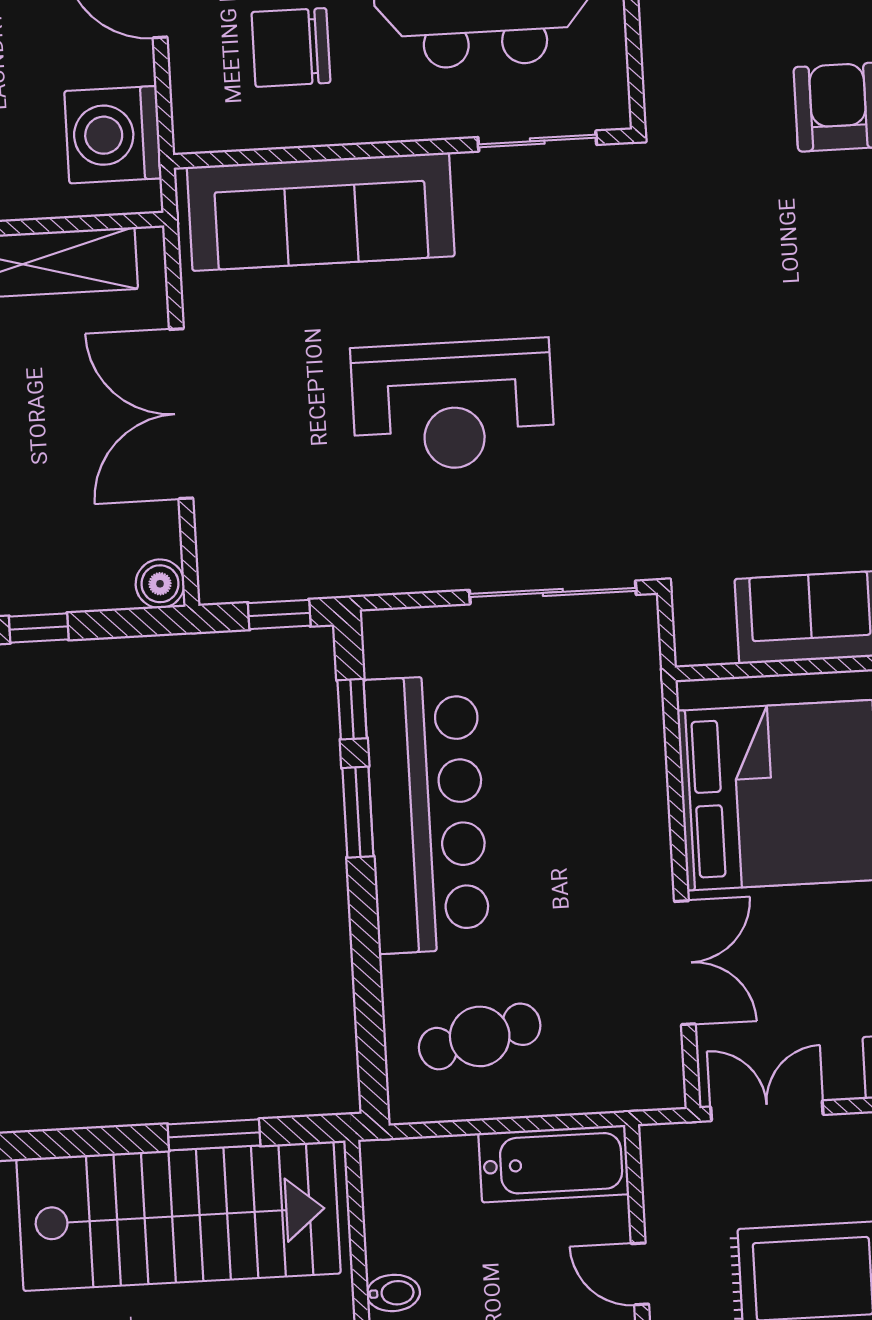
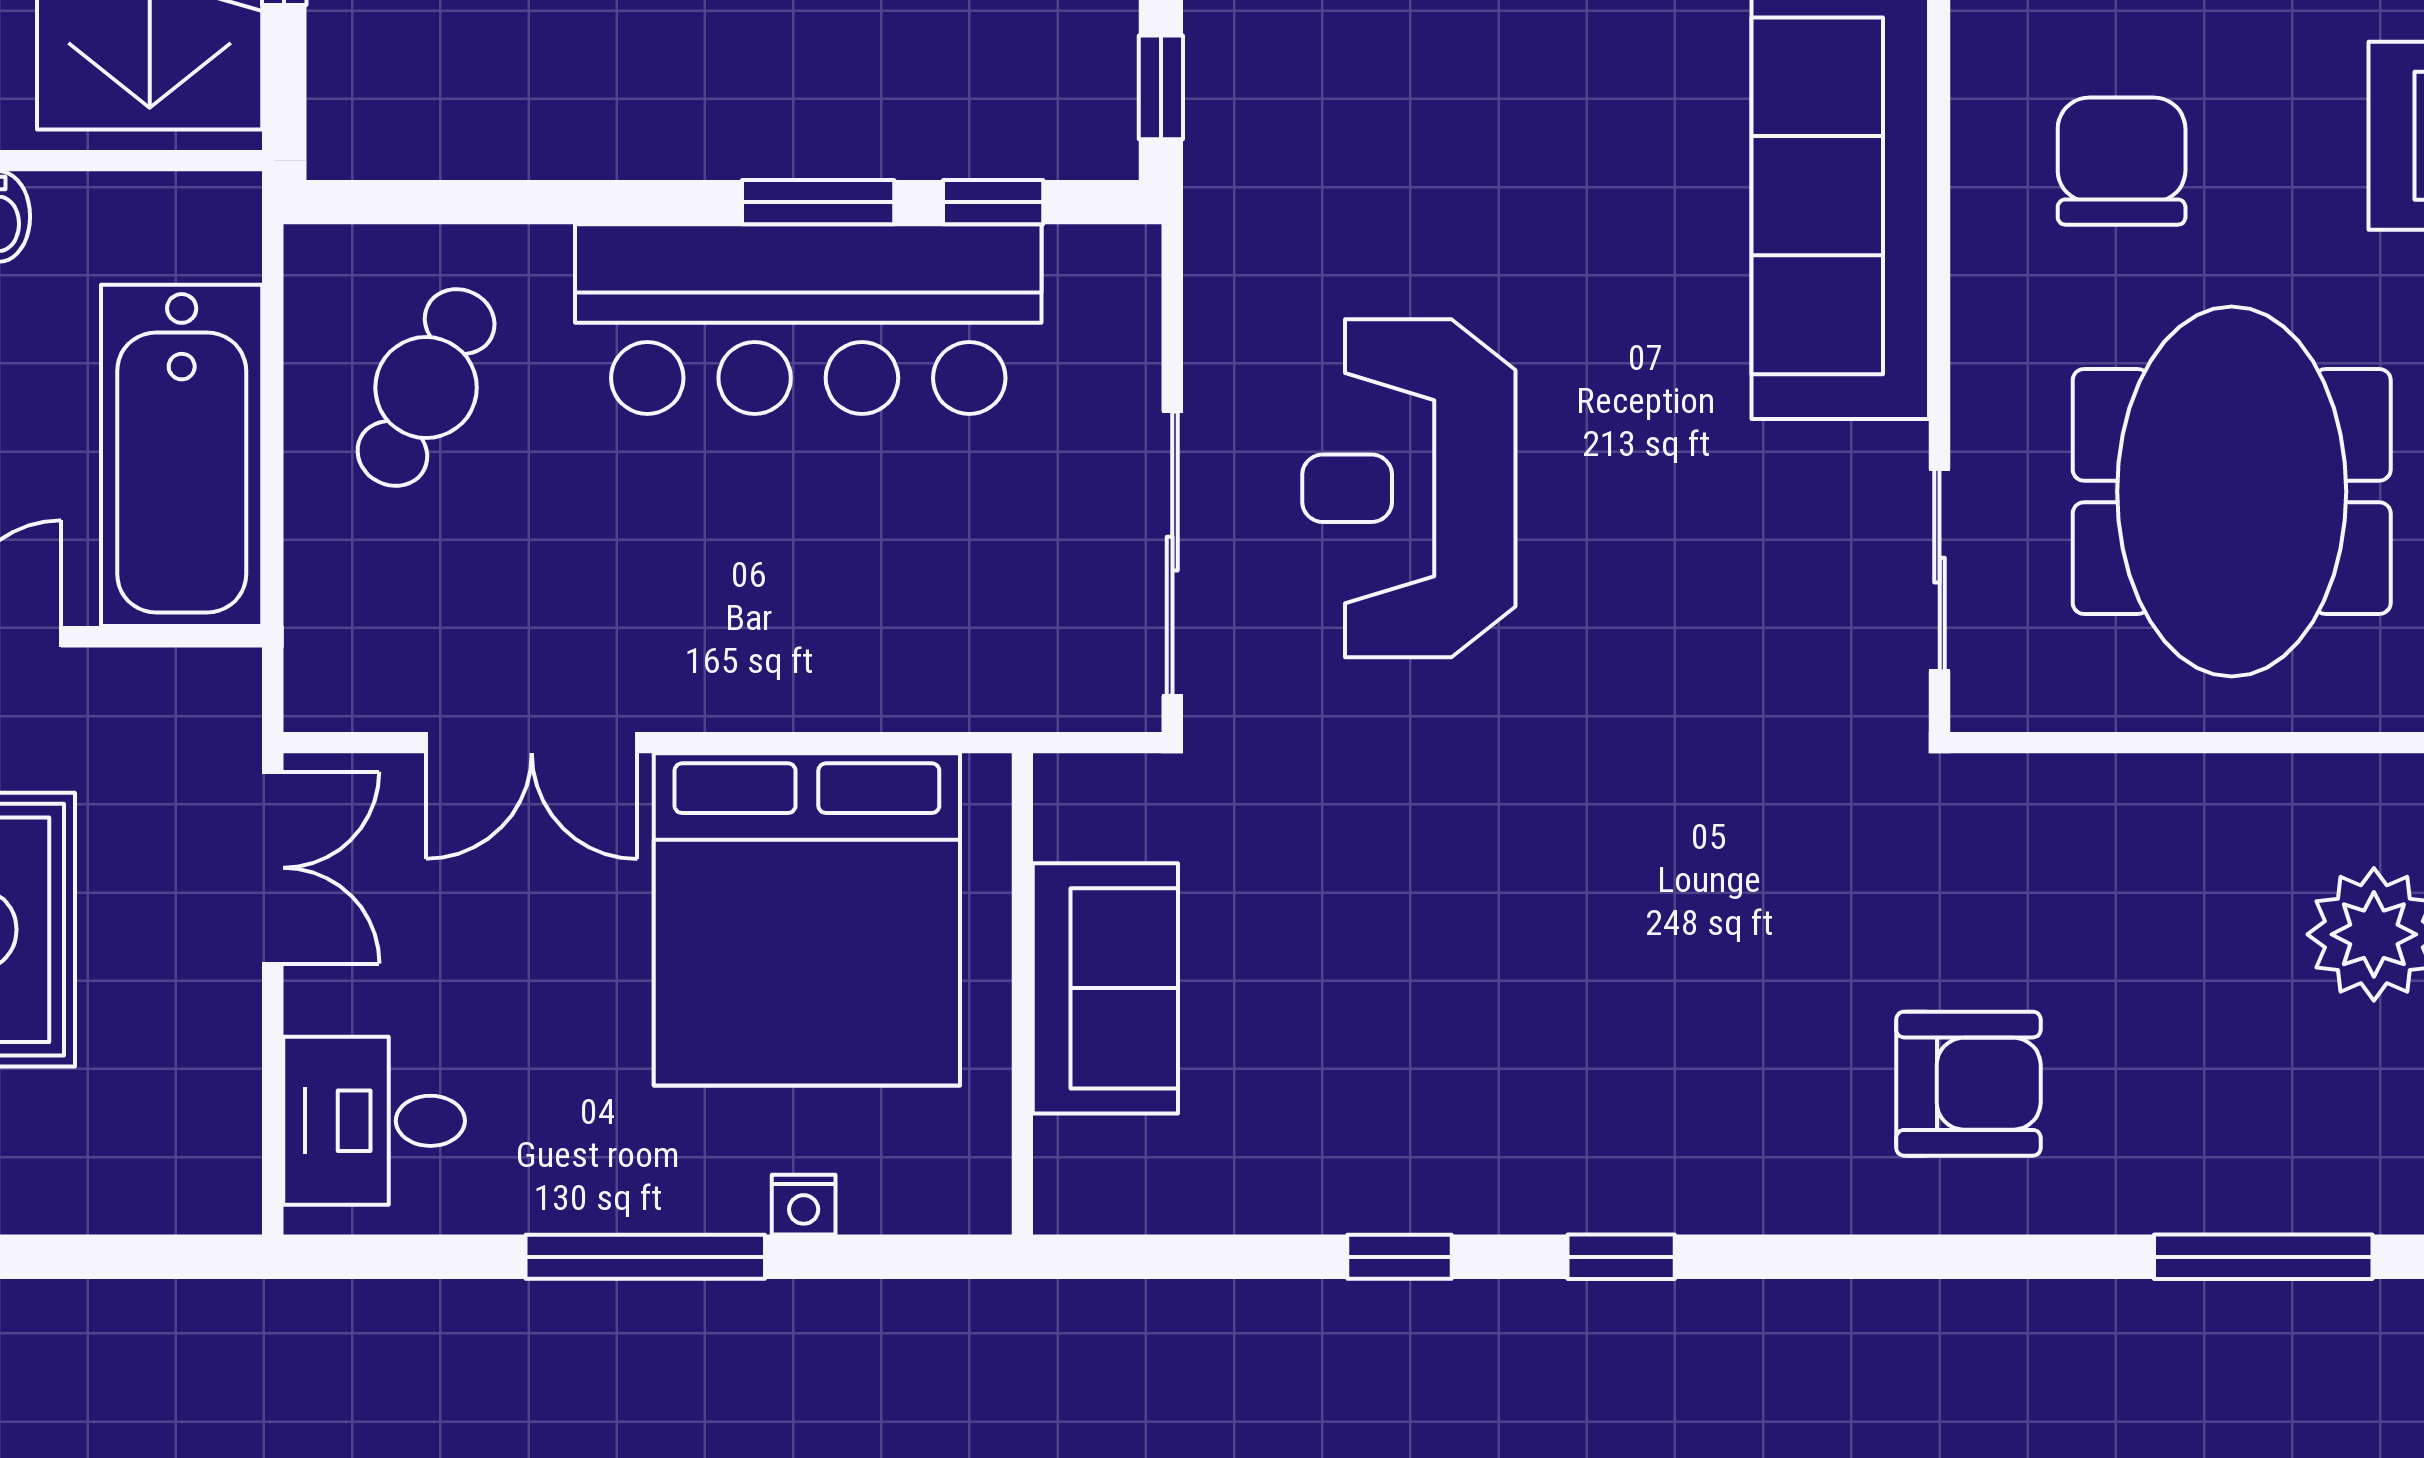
reception desk: (453, 405) -> (1409, 488), moved
cafe table: (480, 1036) -> (426, 388), turned 40
bathtub: (554, 1164) -> (182, 455), width x1.36, depth x1.36

